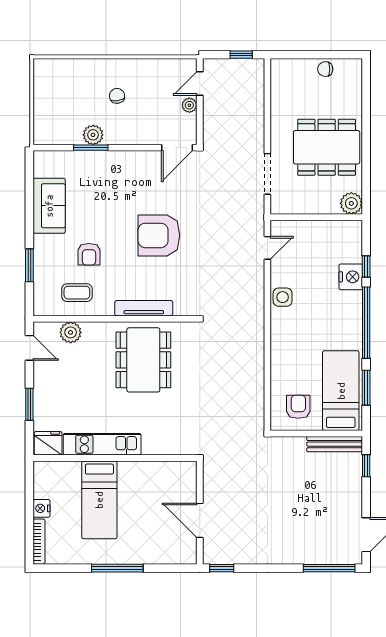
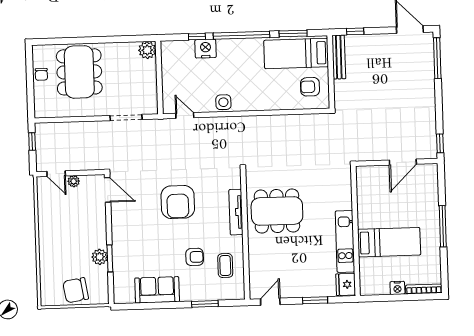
chair: (117, 96) -> (76, 290), moved, width x1.87, depth x1.87
dining table: (327, 147) -> (79, 72), moved
plant: (71, 332) -> (257, 270), removed

